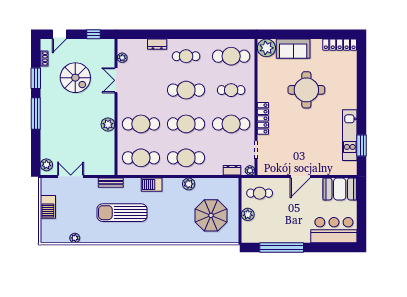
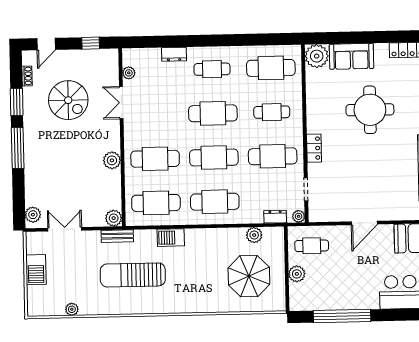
locker: (263, 118) -> (314, 148), width x0.66
plant: (108, 169) -> (114, 218), added
plant: (189, 184) -> (254, 235), moved

